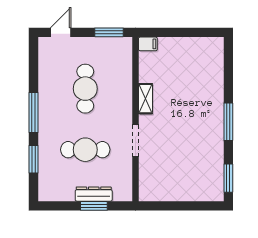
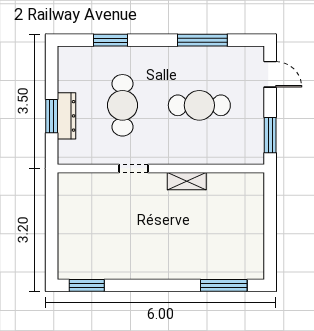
filing cabinet: (148, 44) -> (256, 184), removed
window: (33, 113) -> (202, 40), moved
window: (228, 122) -> (224, 285), moved
doorway: (135, 141) -> (134, 169), width x0.73

